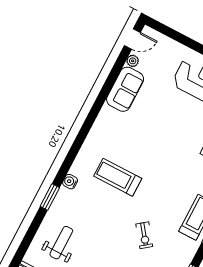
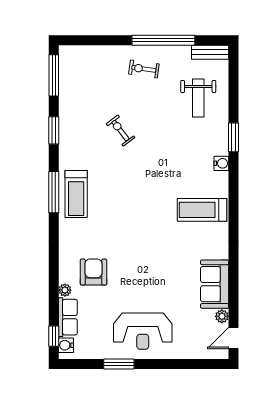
treadmill: (118, 177) -> (202, 210), moved, turned 180
exercise bike: (144, 235) -> (120, 131), moved

